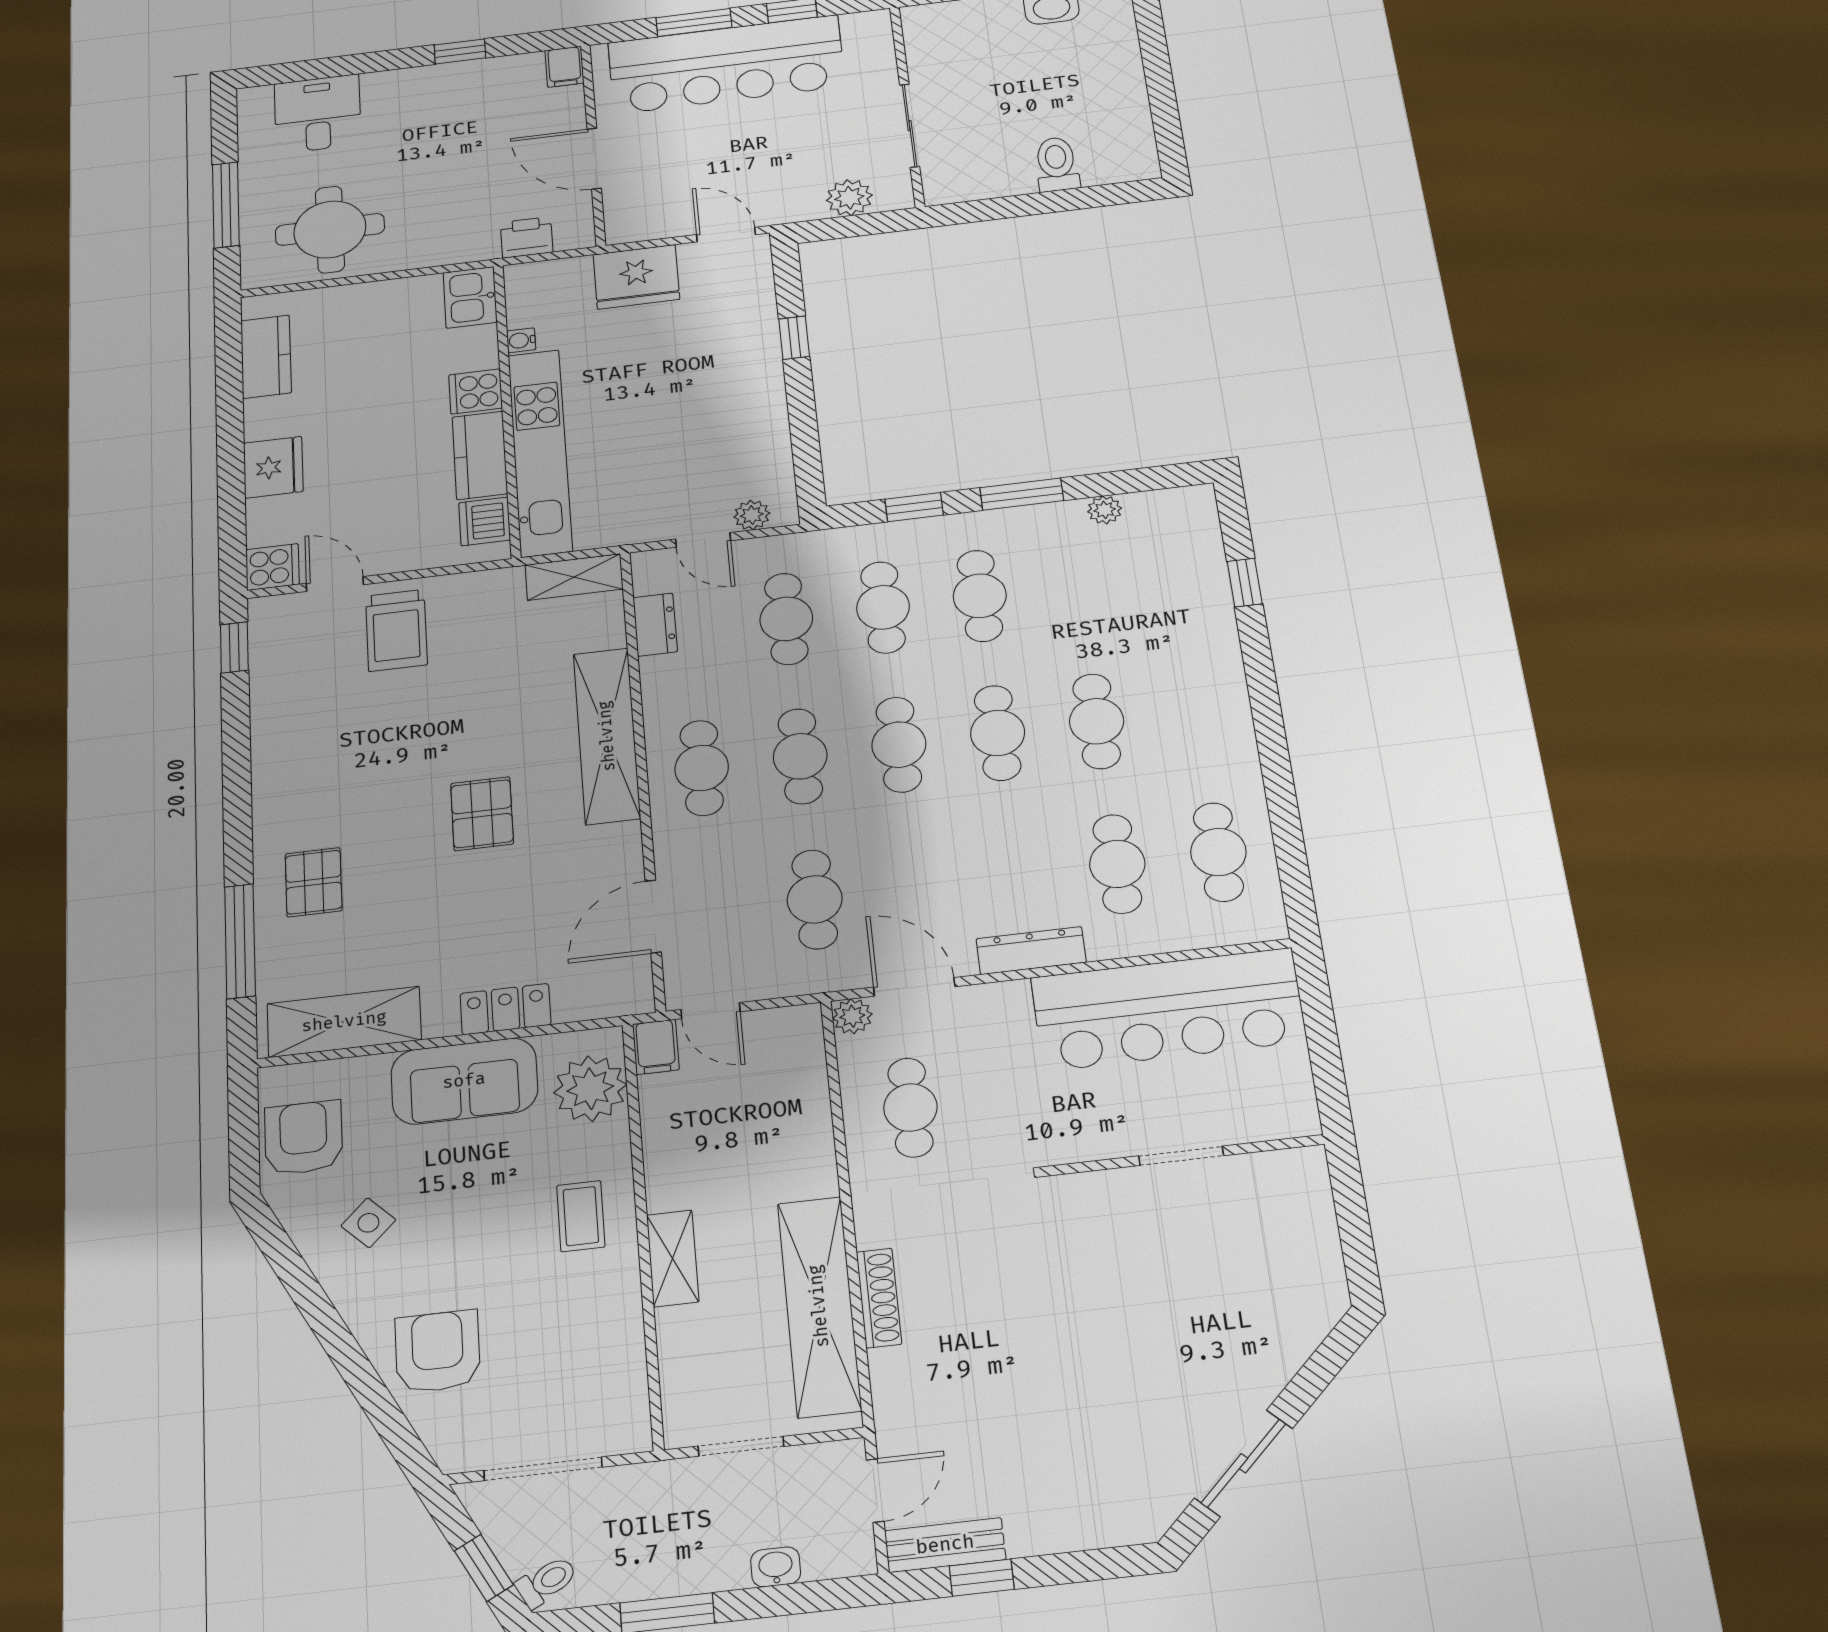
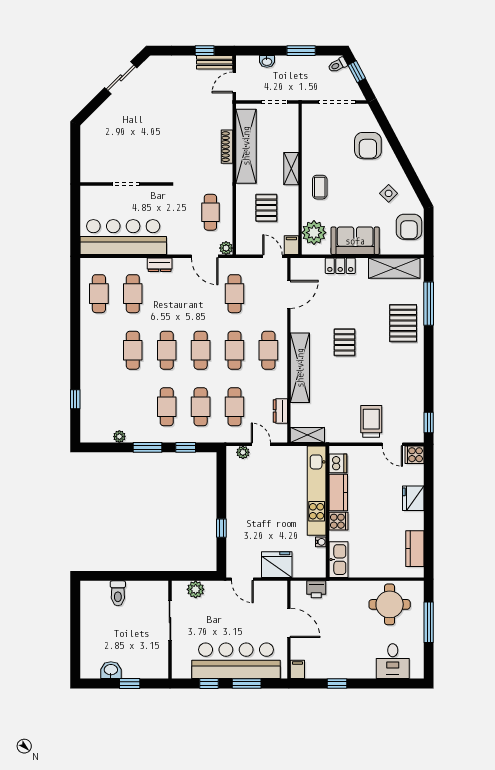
kitchen sink: (470, 297) -> (338, 560), width x1.38
pallet: (314, 882) -> (403, 323), width x1.50, depth x1.42
dresser: (1031, 951) -> (160, 265), width x0.70
pallet: (740, 1140) -> (266, 208), added

